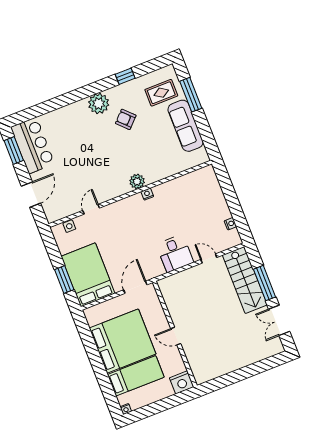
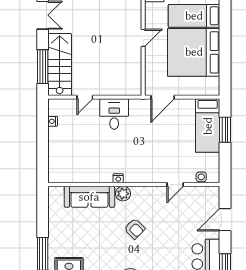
armchair: (126, 119) -> (135, 229), moved
sofa: (186, 126) -> (89, 197), moved, turned 90
door: (209, 259) -> (85, 97), hinge flipped
bed: (88, 275) -> (208, 126), width x0.67
window: (265, 283) -> (43, 67), moved
door: (176, 336) -> (143, 38), hinge flipped

